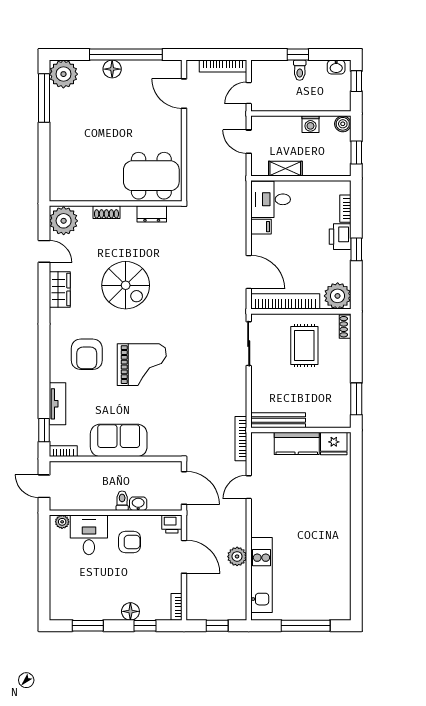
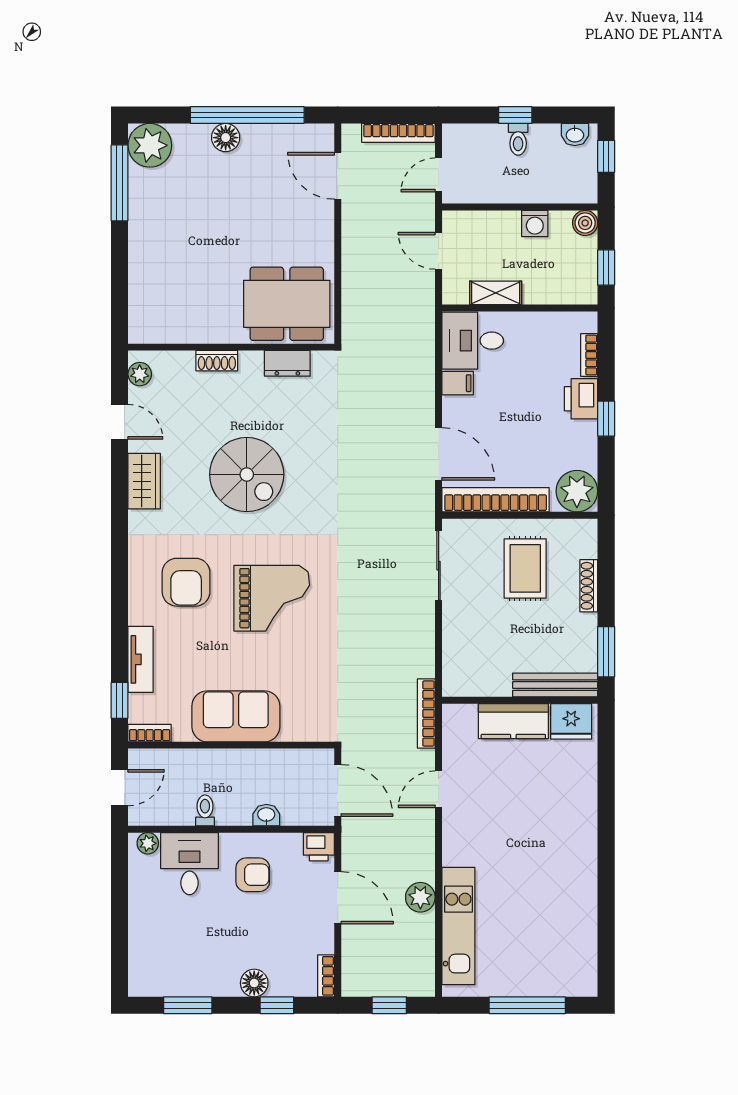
plant: (64, 221) -> (140, 374), width x0.53, depth x0.53
shoe rack: (345, 327) -> (589, 586), moved, width x1.43
bench: (278, 420) -> (555, 685), moved
door: (44, 486) -> (120, 788), swing flipped
toilet: (122, 501) -> (205, 810), moved

